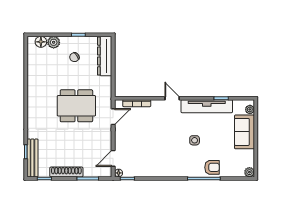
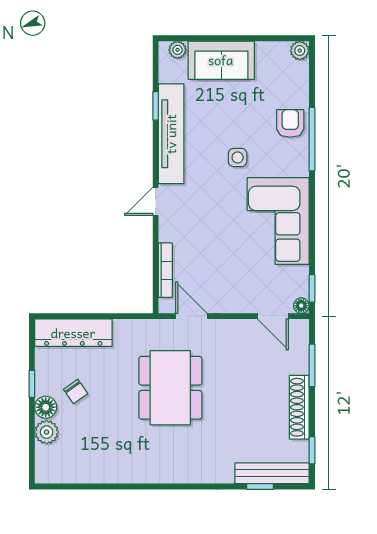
floor lamp: (41, 42) -> (46, 407), moved
corner sofa: (162, 161) -> (278, 221), added

